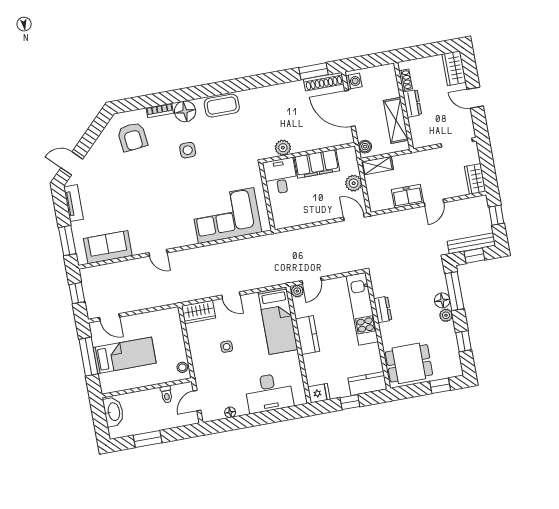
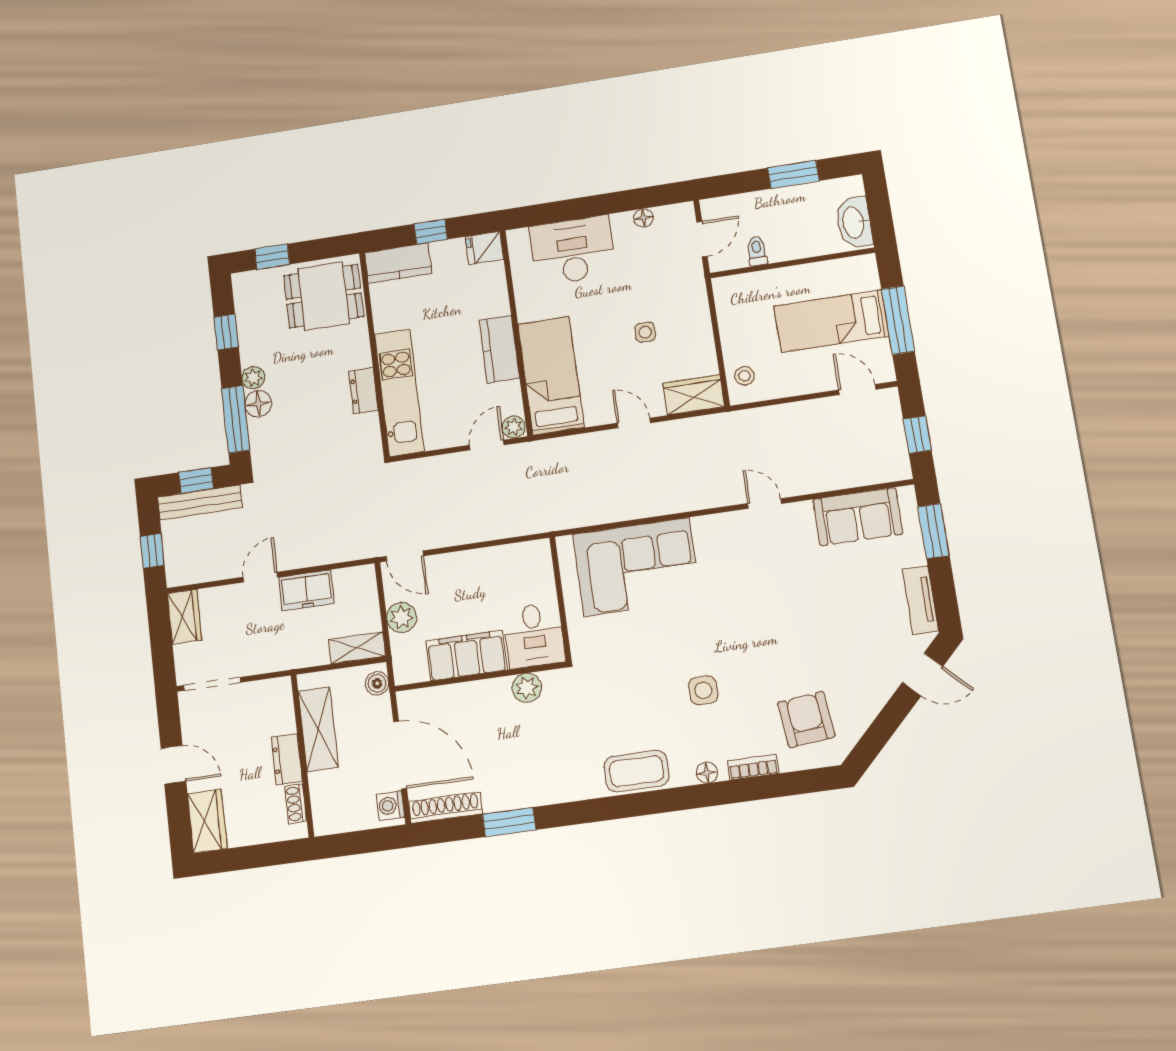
window: (313, 71) -> (509, 822), moved
floor lamp: (185, 111) -> (707, 773), width x0.53, depth x0.53
stool: (182, 367) -> (745, 376), moved

